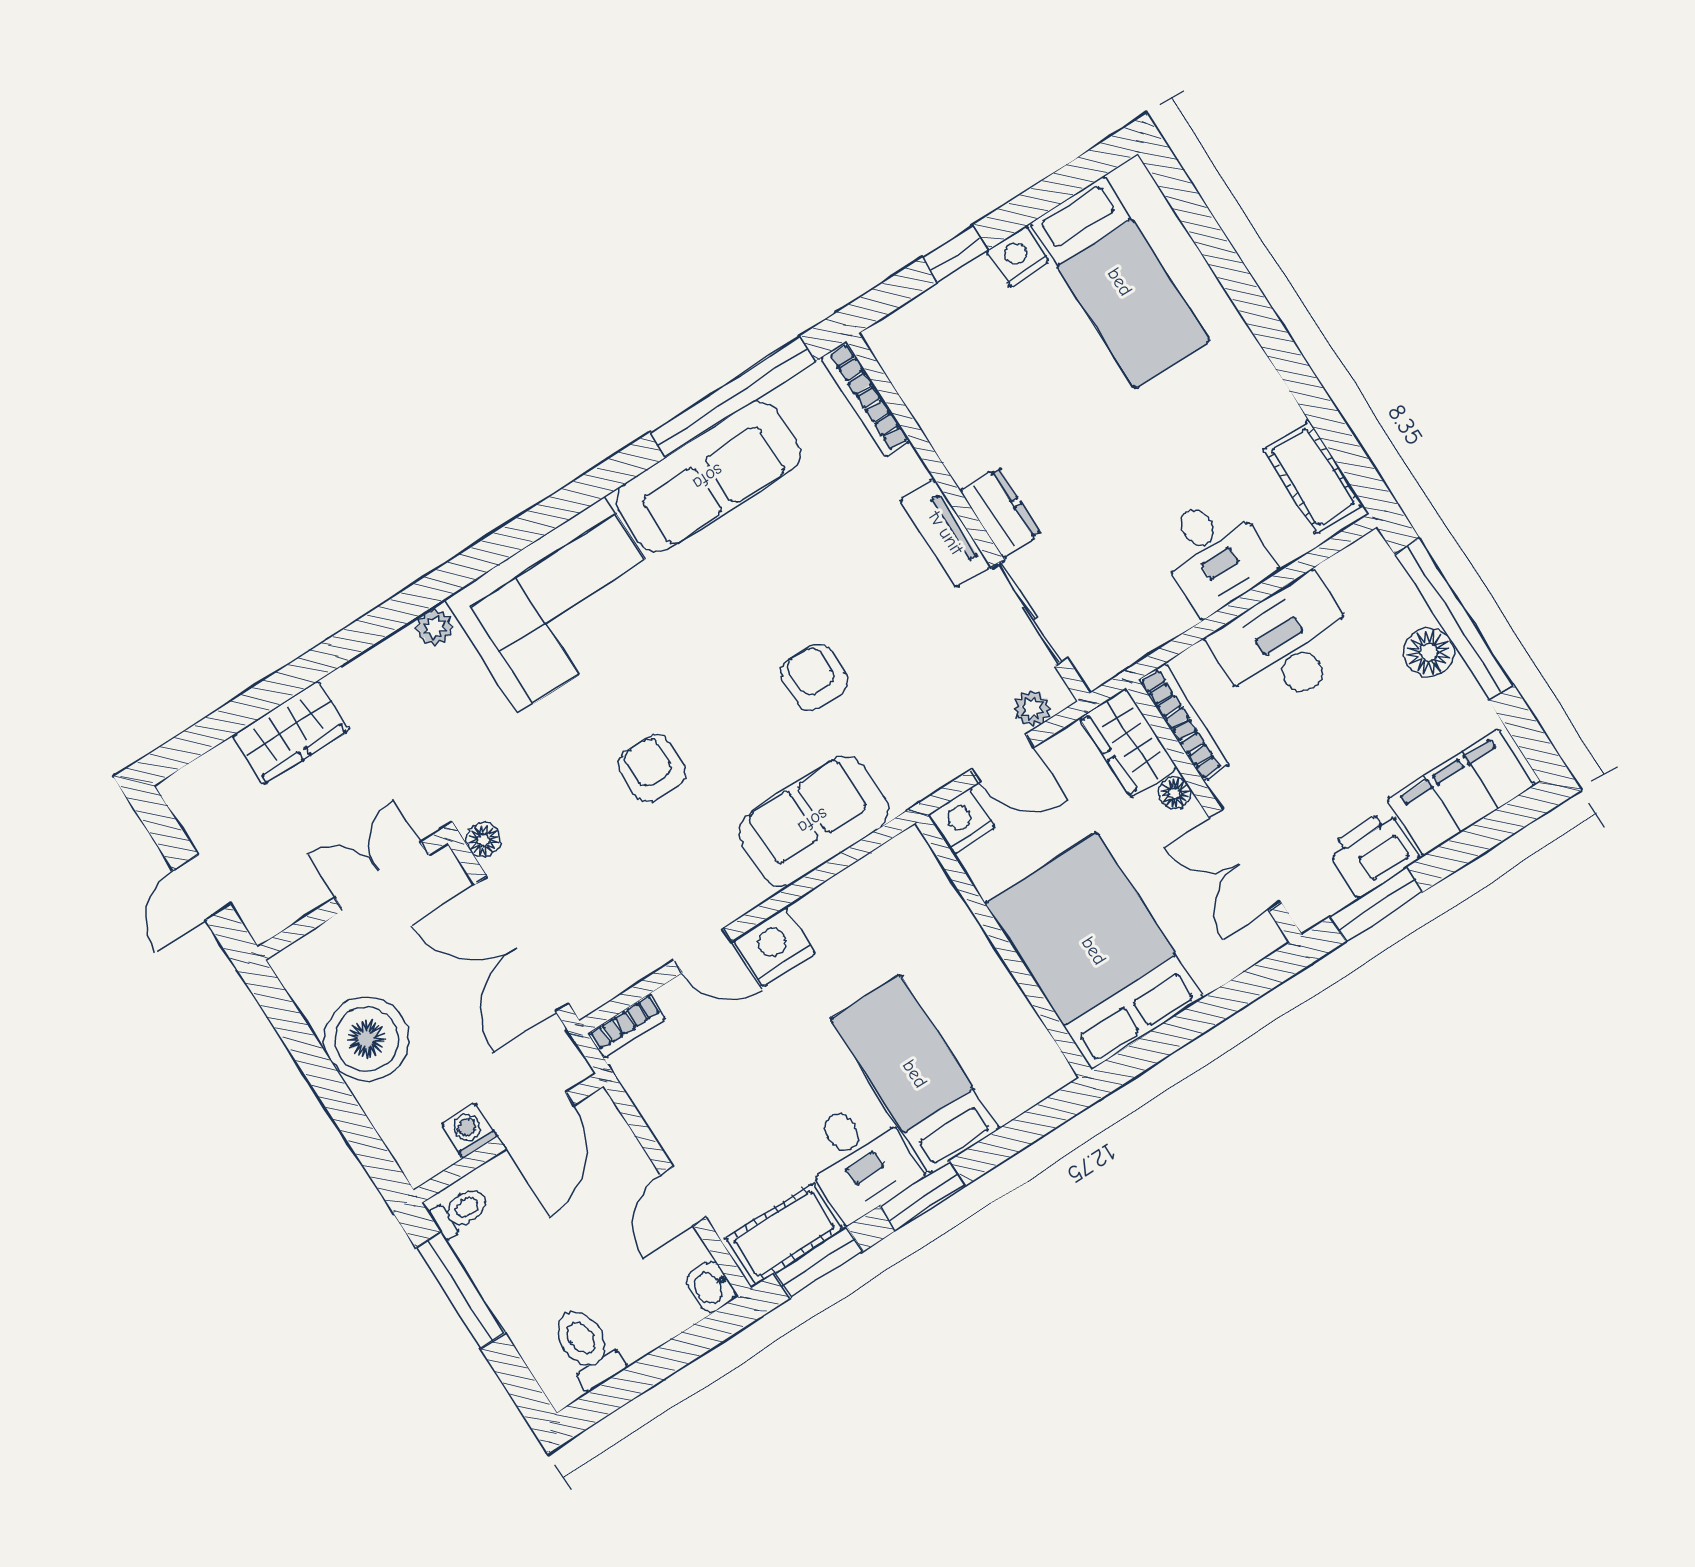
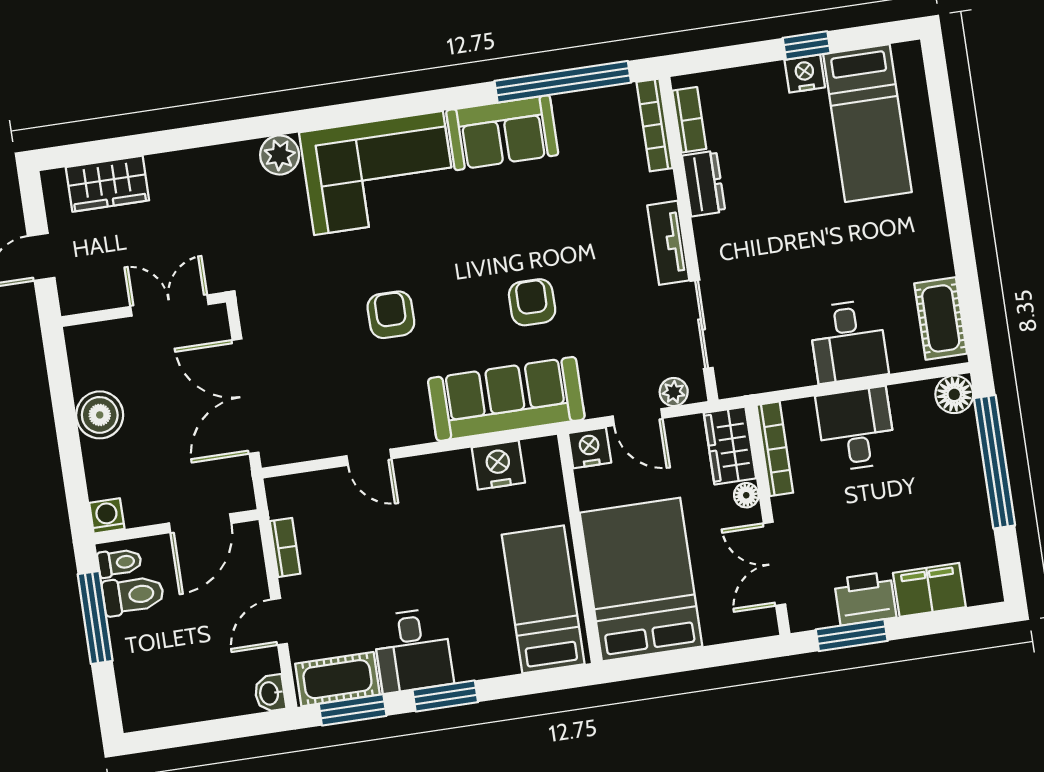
window: (955, 254) -> (807, 45), moved
bookcase: (904, 374) -> (689, 120), added
sofa: (708, 477) -> (502, 133), width x0.73
dresser: (1001, 512) -> (704, 183), moved
plant: (435, 627) -> (280, 155), width x1.38, depth x1.38
desk: (1285, 645) -> (856, 429), width x0.73
floor lamp: (1429, 652) -> (954, 394), moved
wardrobe: (291, 733) -> (107, 184), moved
filing cabinet: (1461, 792) -> (929, 590), width x0.67, depth x0.86
sofa: (813, 821) -> (506, 399), width x1.36
floor lamp: (483, 840) -> (251, 312), removed
nightstand: (775, 946) -> (498, 465), moved
bookcase: (627, 1026) -> (285, 547), moved, turned -90
boiler: (366, 1039) -> (100, 415), width x0.73, depth x0.73
bed: (915, 1074) -> (543, 599), moved
washing machine: (469, 1130) -> (107, 516), moved
toilet: (587, 1347) -> (133, 595), moved, turned 90

